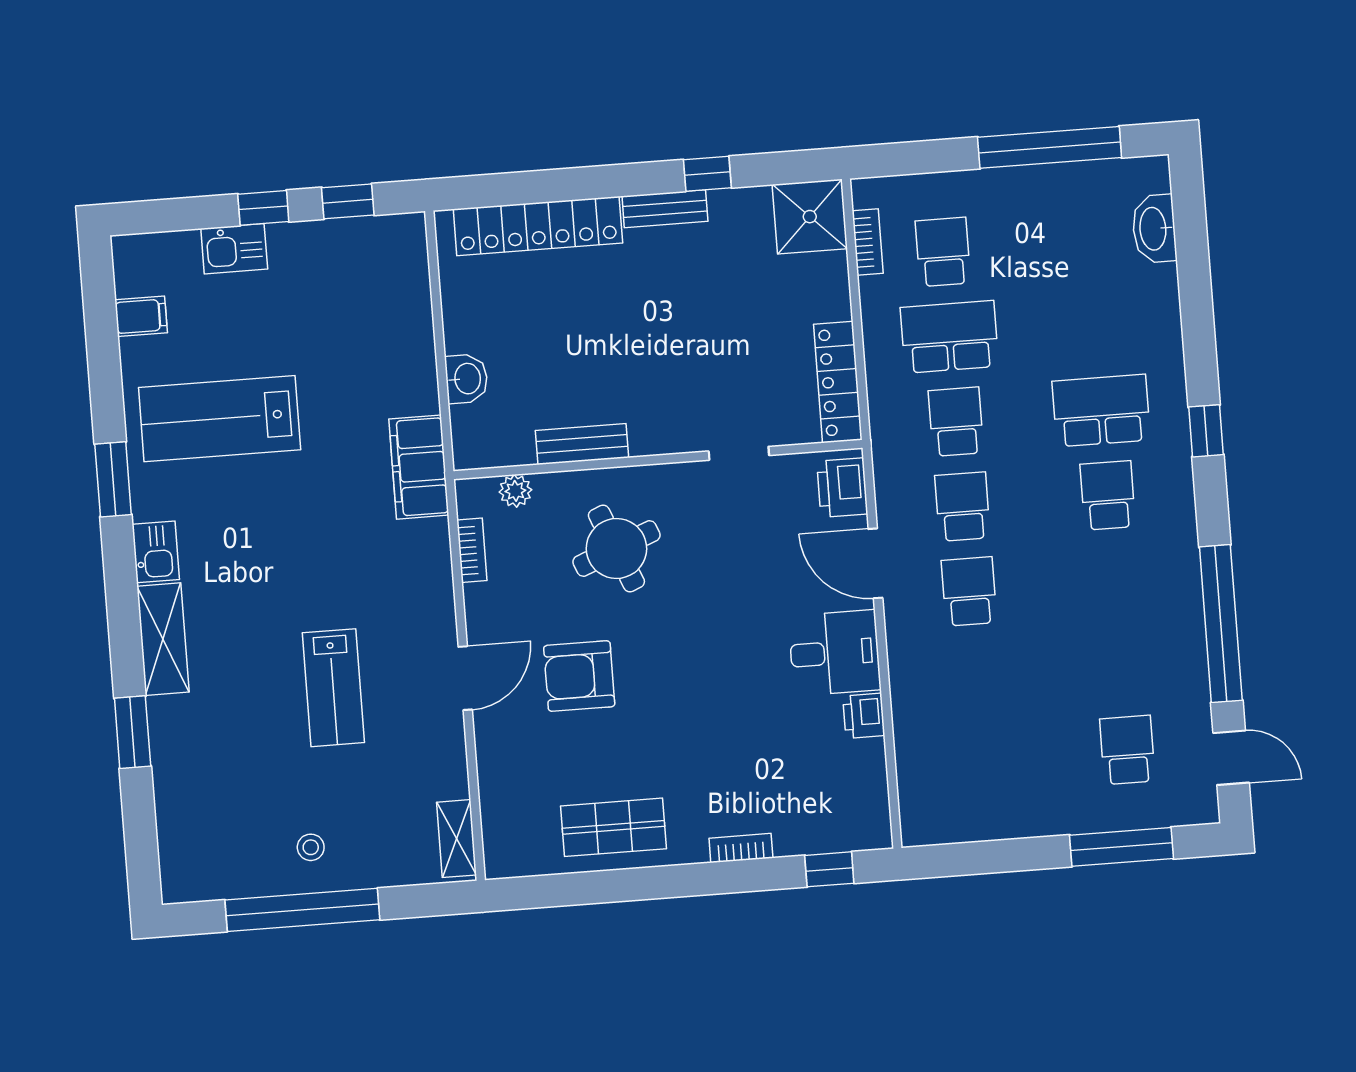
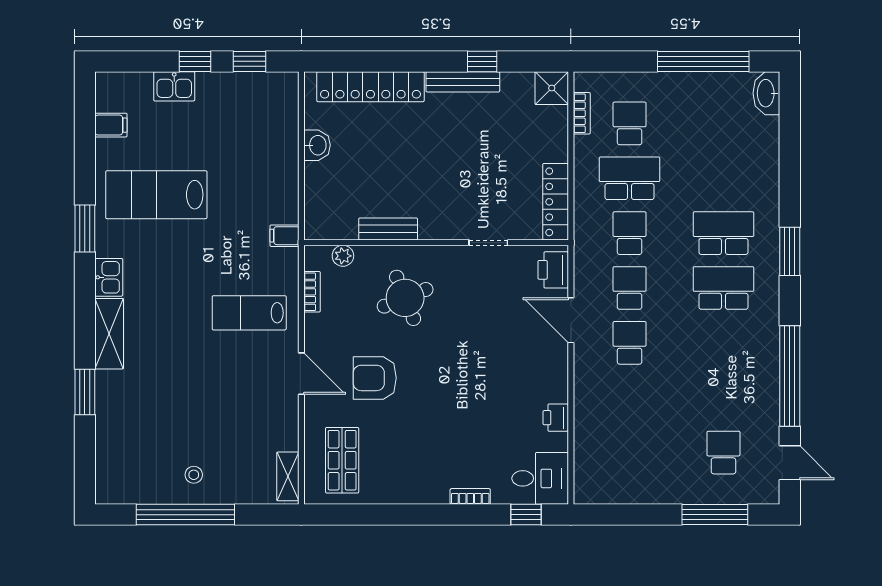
bench: (665, 209) -> (463, 82), width x1.36
shower: (810, 217) -> (552, 88), width x0.73, depth x0.73
washbasin: (1154, 229) -> (766, 93), moved
washbasin: (466, 379) -> (317, 145), moved
window: (1206, 431) -> (790, 251), width x1.50
filing cabinet: (419, 467) -> (284, 236), width x0.33, depth x0.86
school desk: (1108, 495) -> (723, 288), width x1.85
desk: (835, 653) -> (540, 478), moved
door: (465, 678) -> (301, 374), hinge flipped
lab bench: (333, 688) -> (249, 313), moved, turned 90
shop shelf: (613, 827) -> (342, 460), moved, turned 90

